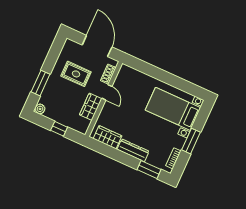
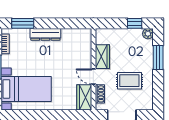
window: (59, 129) -> (135, 23), moved
wardrobe: (108, 137) -> (84, 97), moved, turned 90

